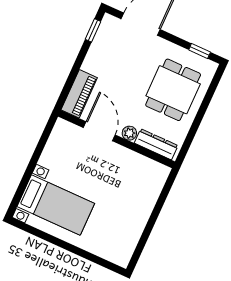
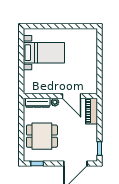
dining table: (173, 90) -> (42, 136), turned 90
bed with nightstands: (56, 205) -> (44, 53), moved, turned 180

